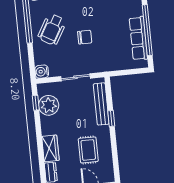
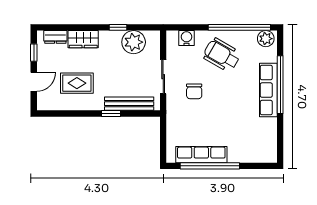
chair: (85, 37) -> (194, 91), moved
water cooler: (42, 72) -> (187, 38), moved
window: (36, 103) -> (118, 27), moved

